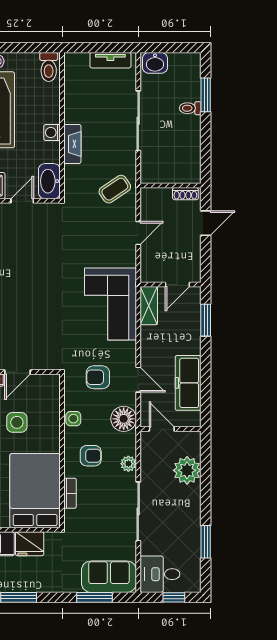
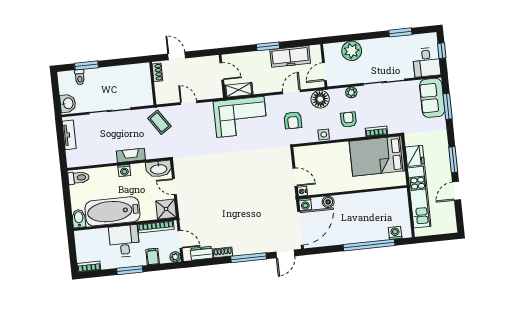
toilet: (190, 108) -> (80, 77), moved
window: (206, 320) -> (268, 46), moved
side table: (17, 422) -> (331, 174), removed

